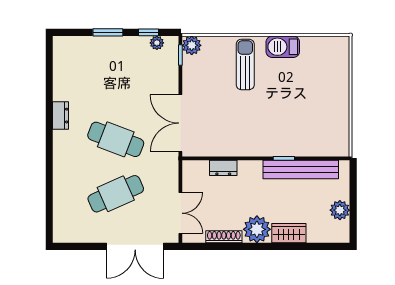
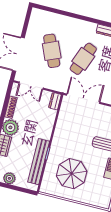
parasol: (307, 111) -> (72, 174), added
dresser: (223, 168) -> (55, 101), moved

